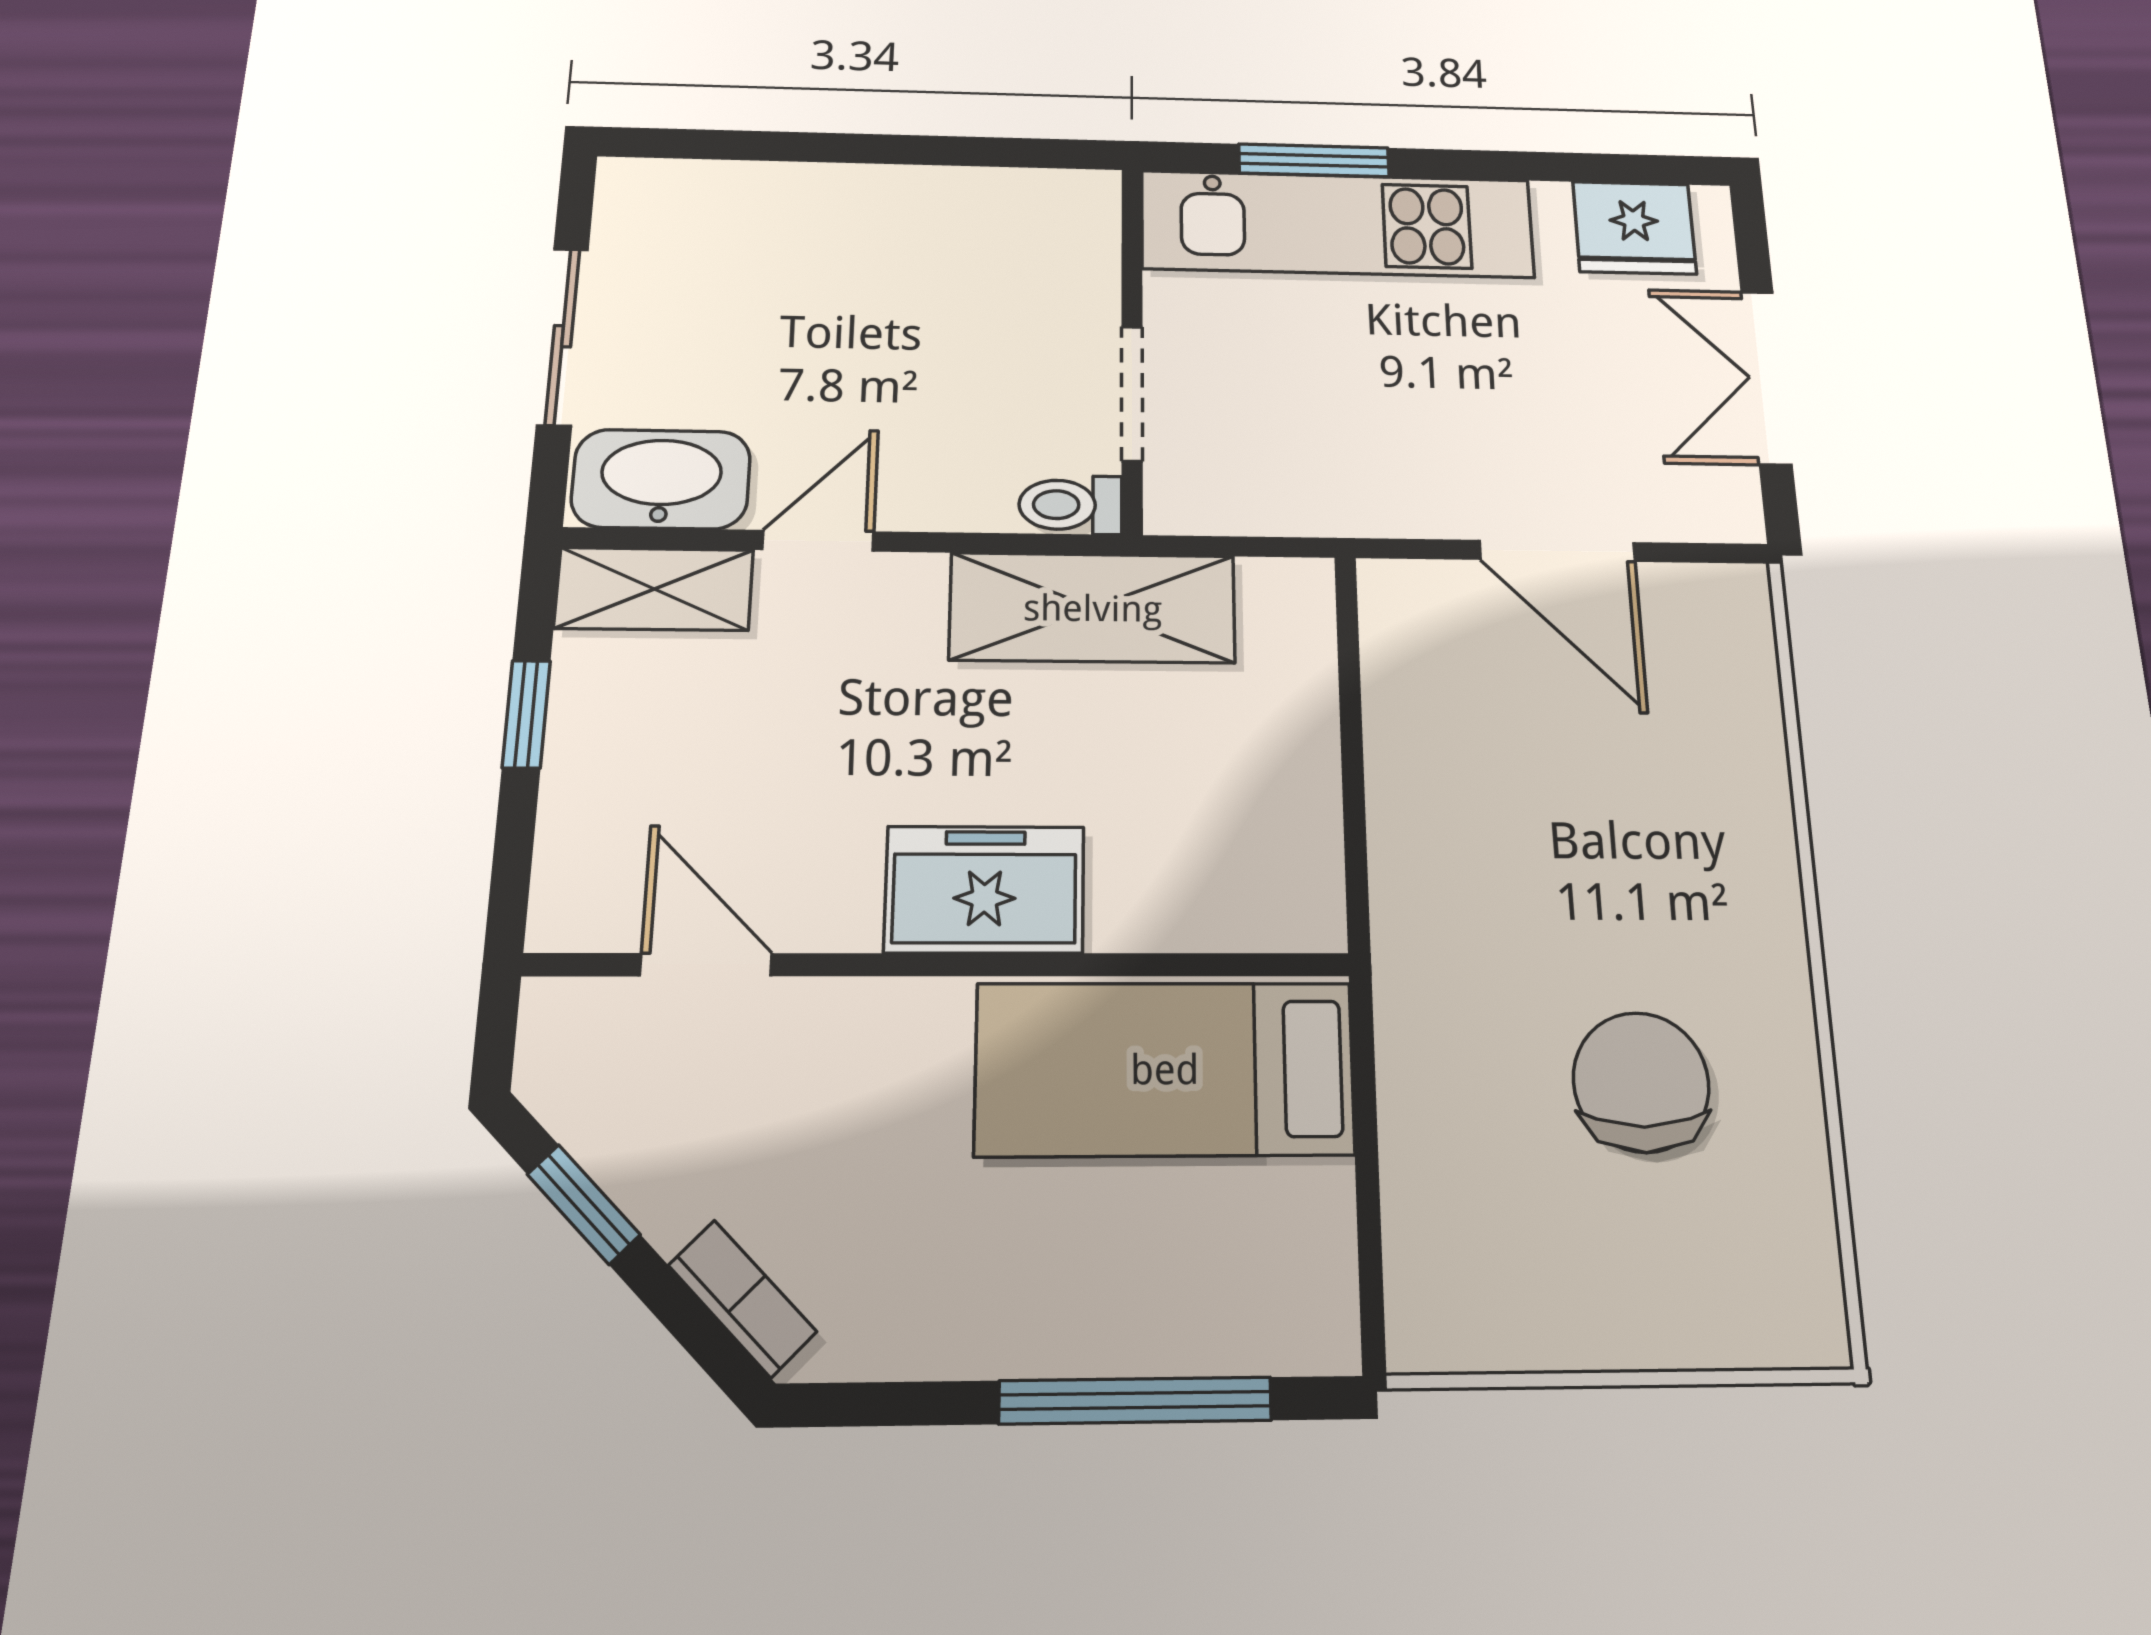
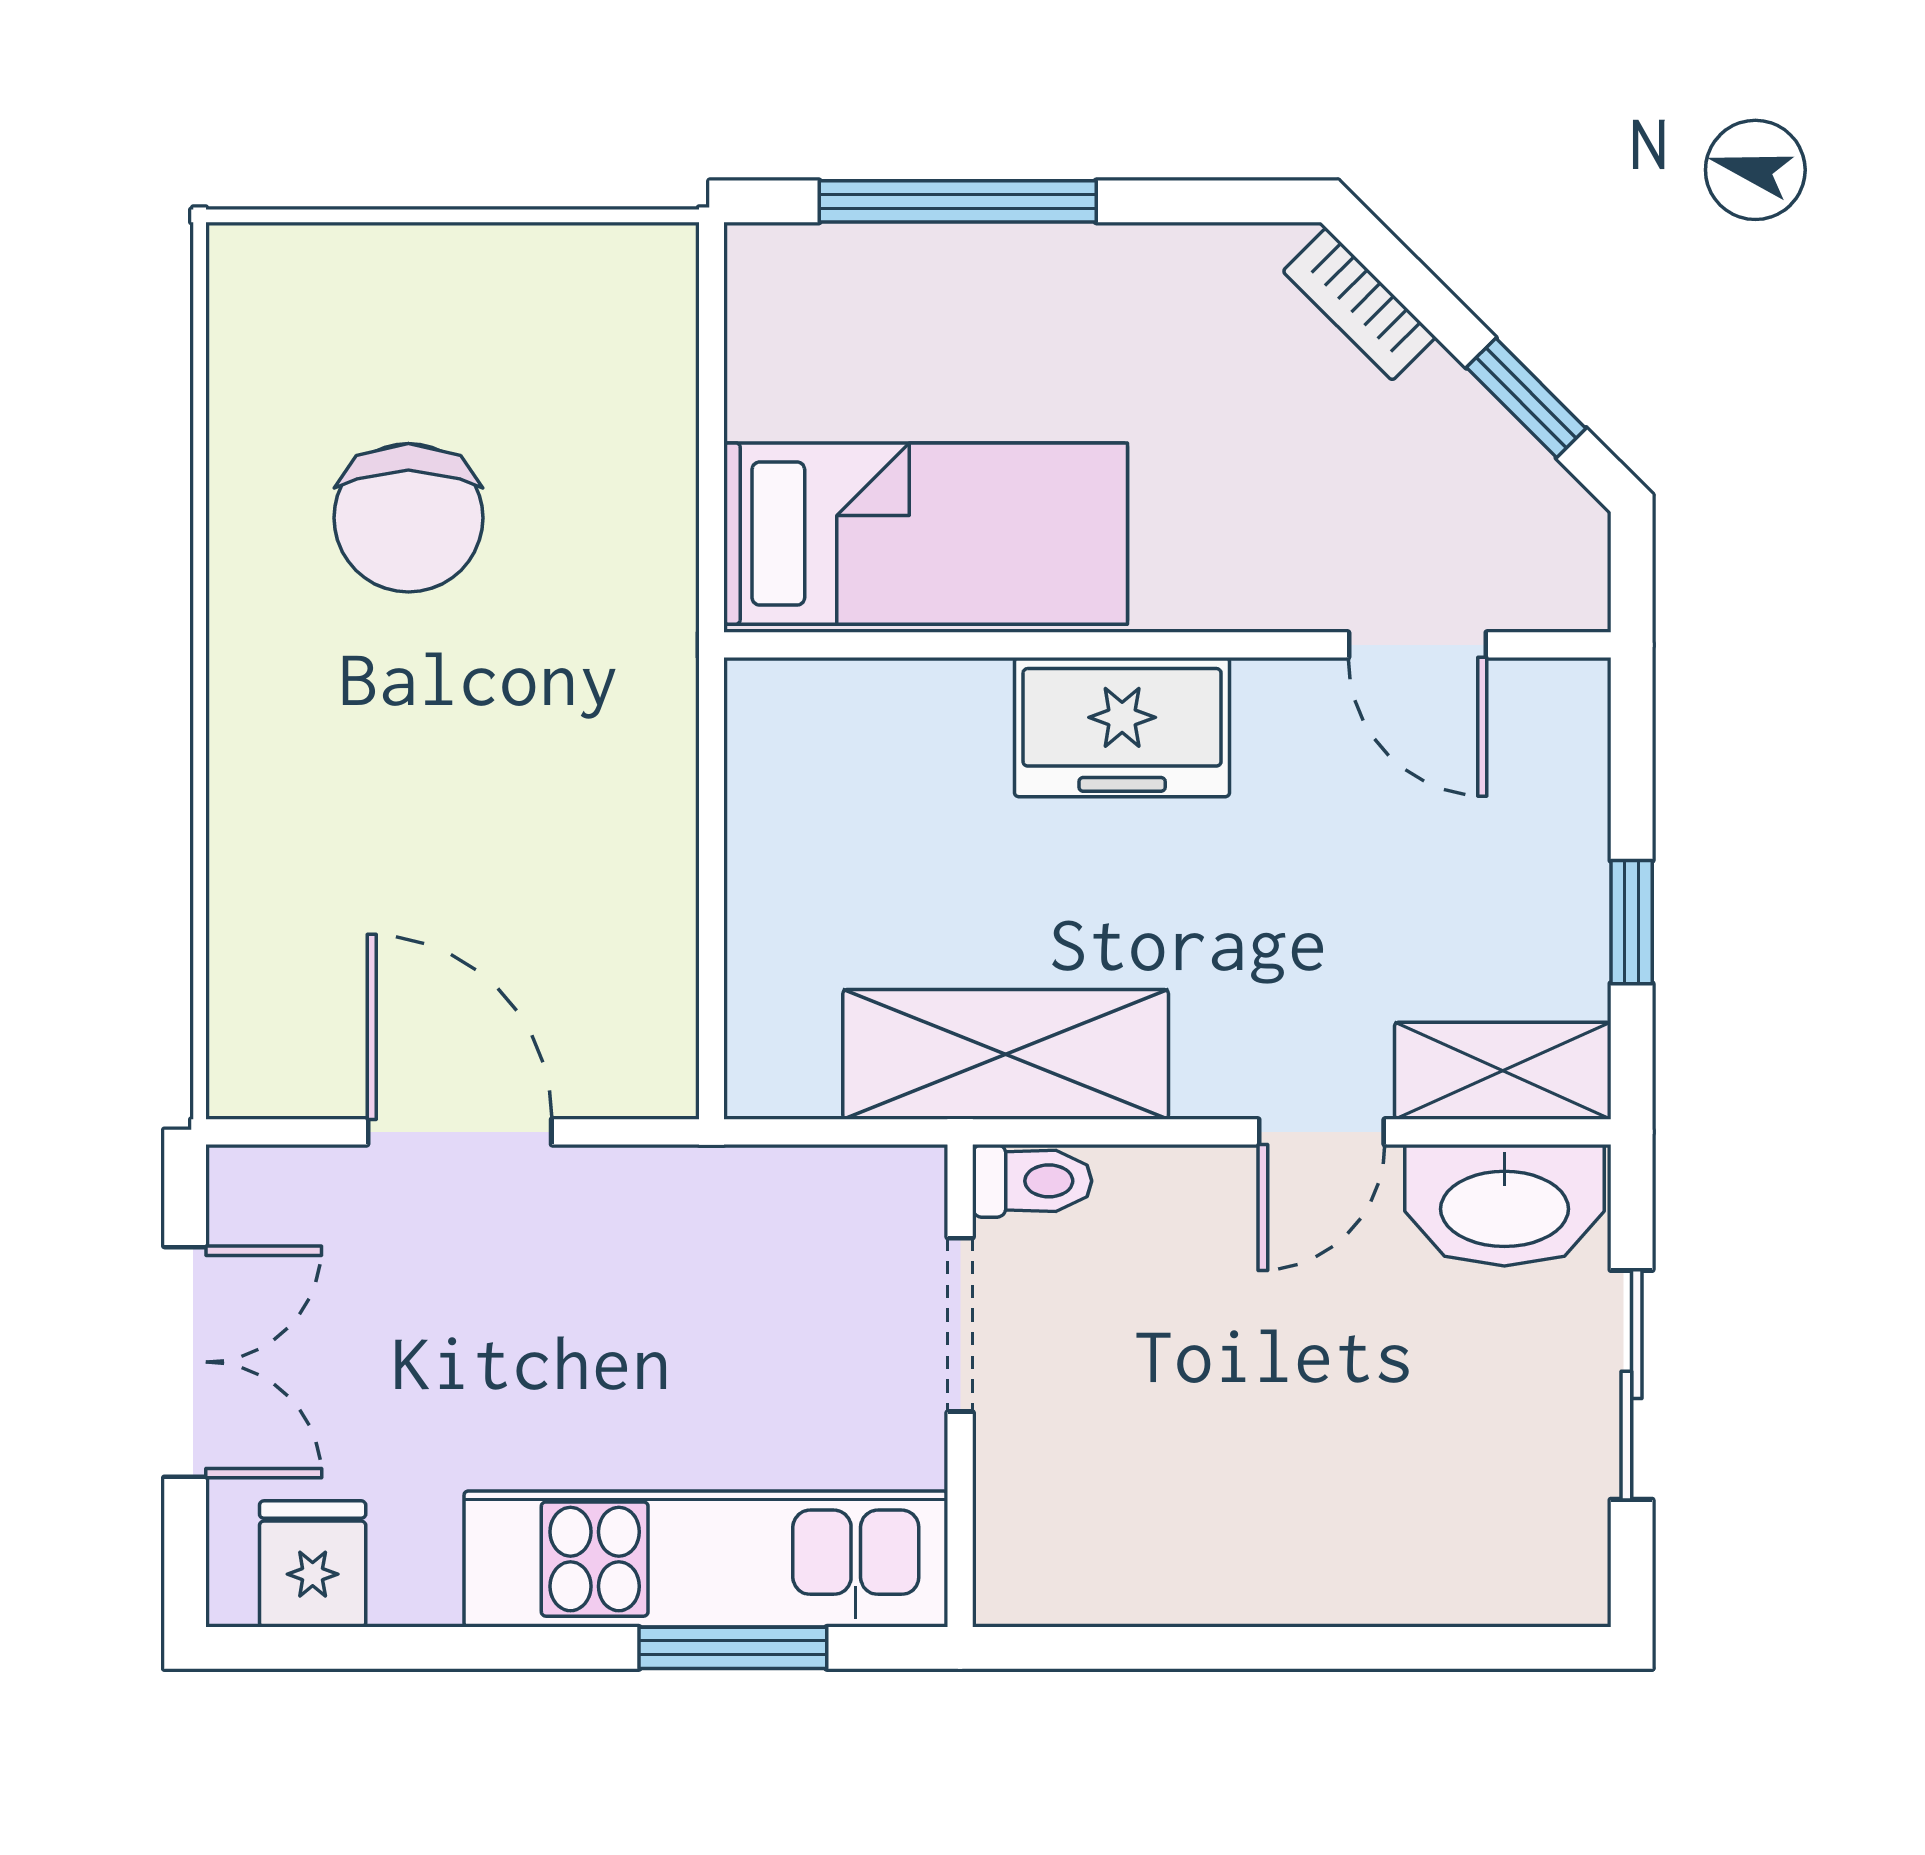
fridge: (1634, 228) -> (313, 1564), width x0.72

